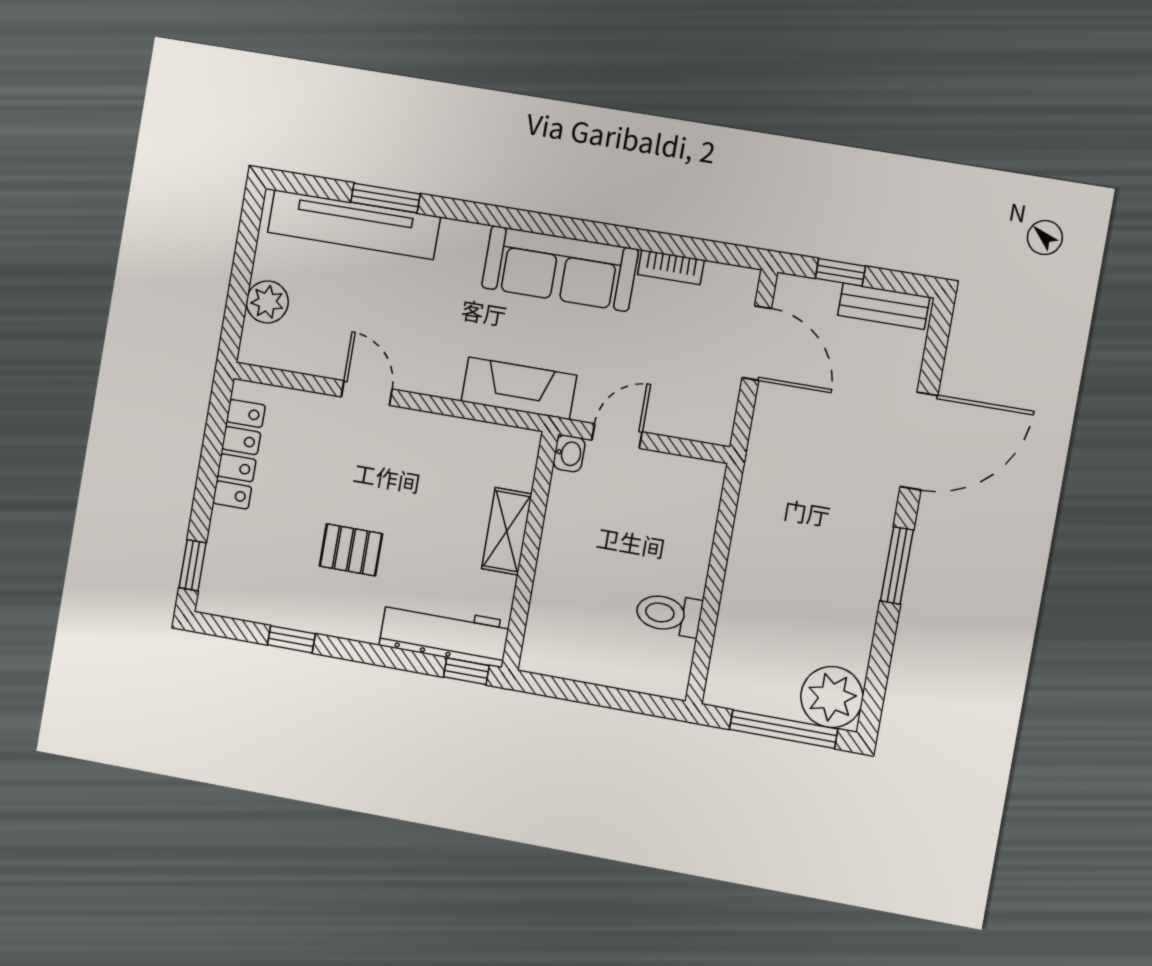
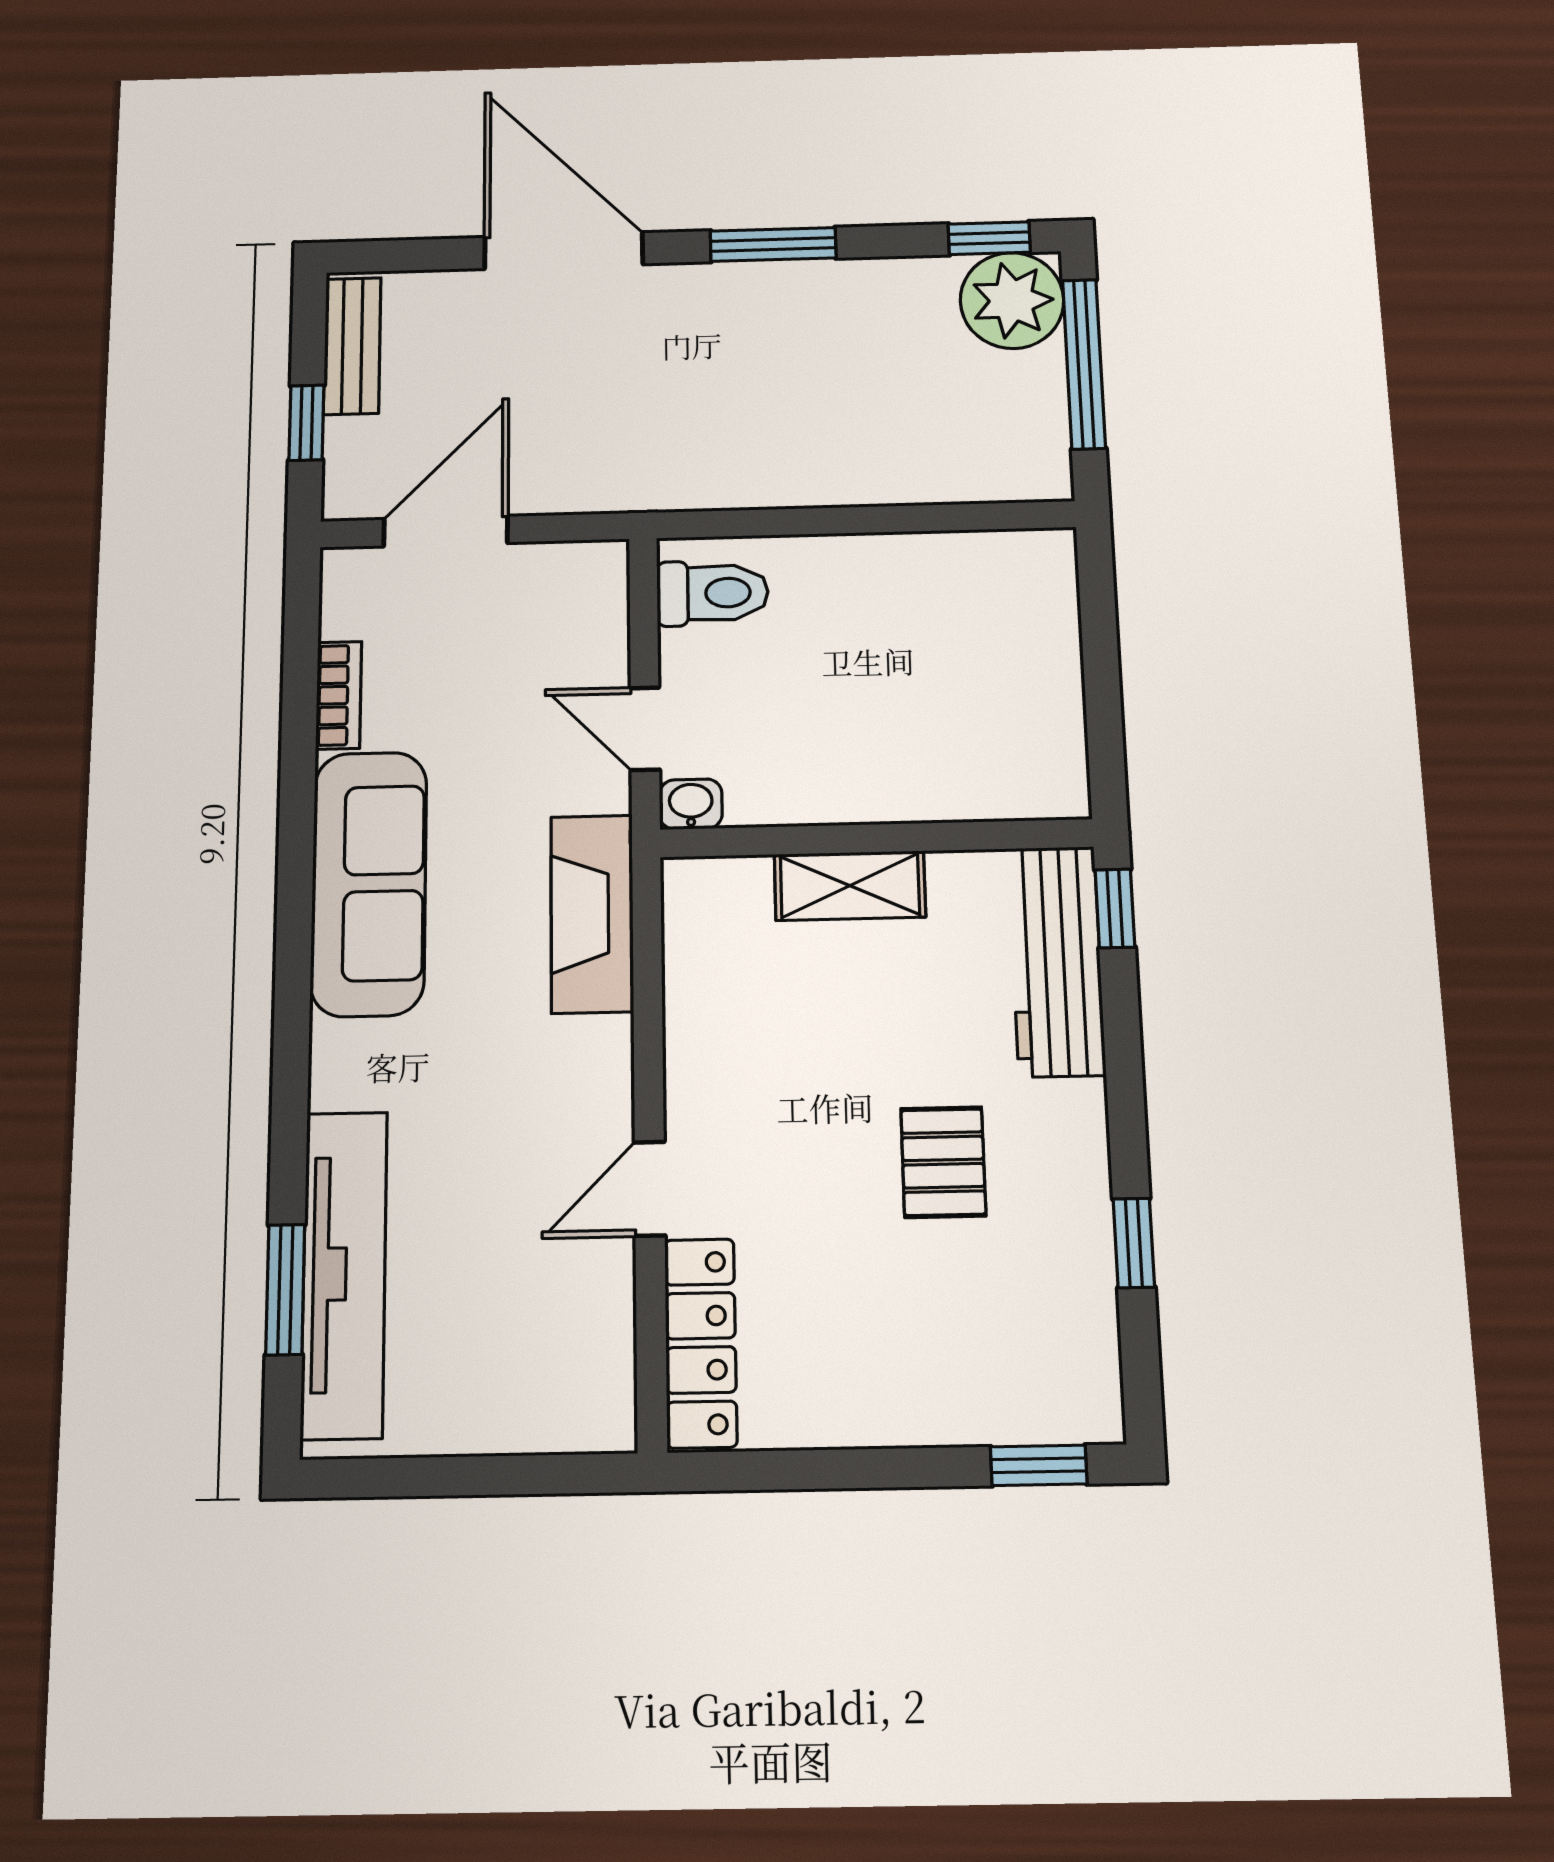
window: (386, 198) -> (285, 1290), moved
plant: (267, 302) -> (513, 1414), removed
locker: (239, 454) -> (701, 1343), moved, turned 90
toilet: (669, 614) -> (712, 593), moved, turned -90
window: (874, 693) -> (989, 238), added

